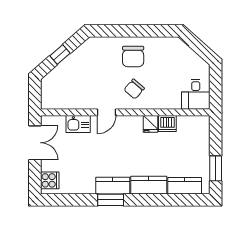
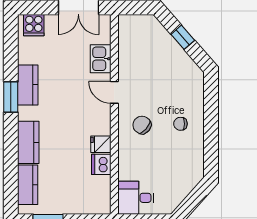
chair: (133, 57) -> (180, 124), width x0.54, depth x0.54
kitchen counter: (113, 186) -> (28, 85), moved

